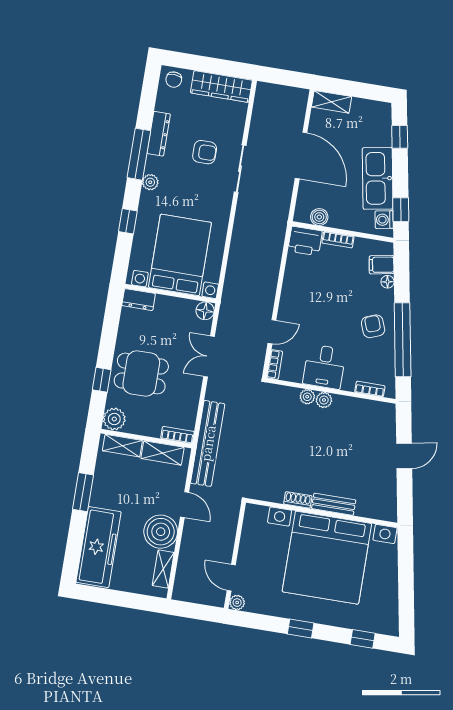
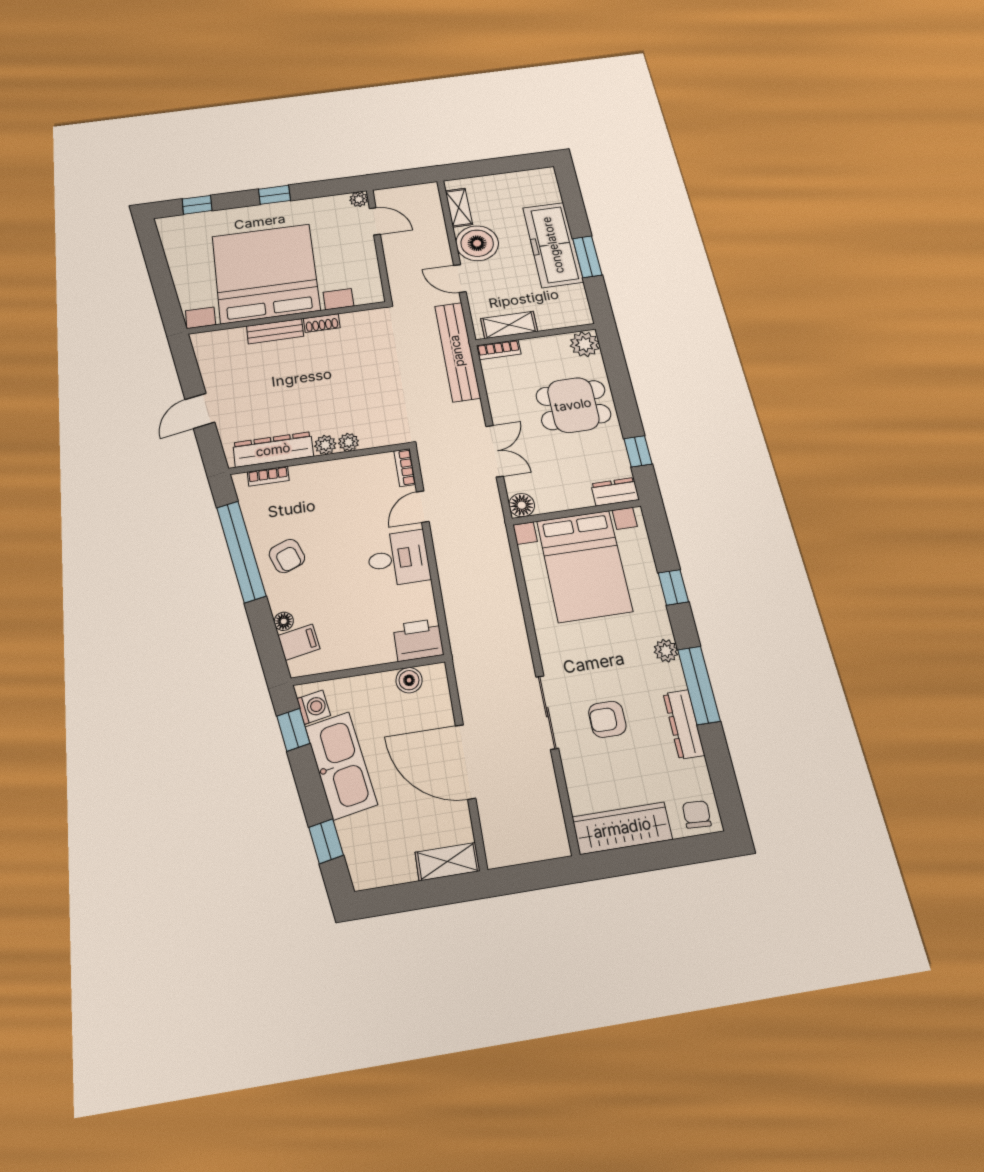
bookcase: (338, 240) -> (372, 657), removed
desk: (324, 367) -> (398, 558), moved, turned 90
window: (102, 380) -> (638, 451), moved
dresser: (361, 408) -> (273, 450), added
shelving: (122, 446) -> (562, 318), removed
freezer: (99, 547) -> (553, 245), moved

